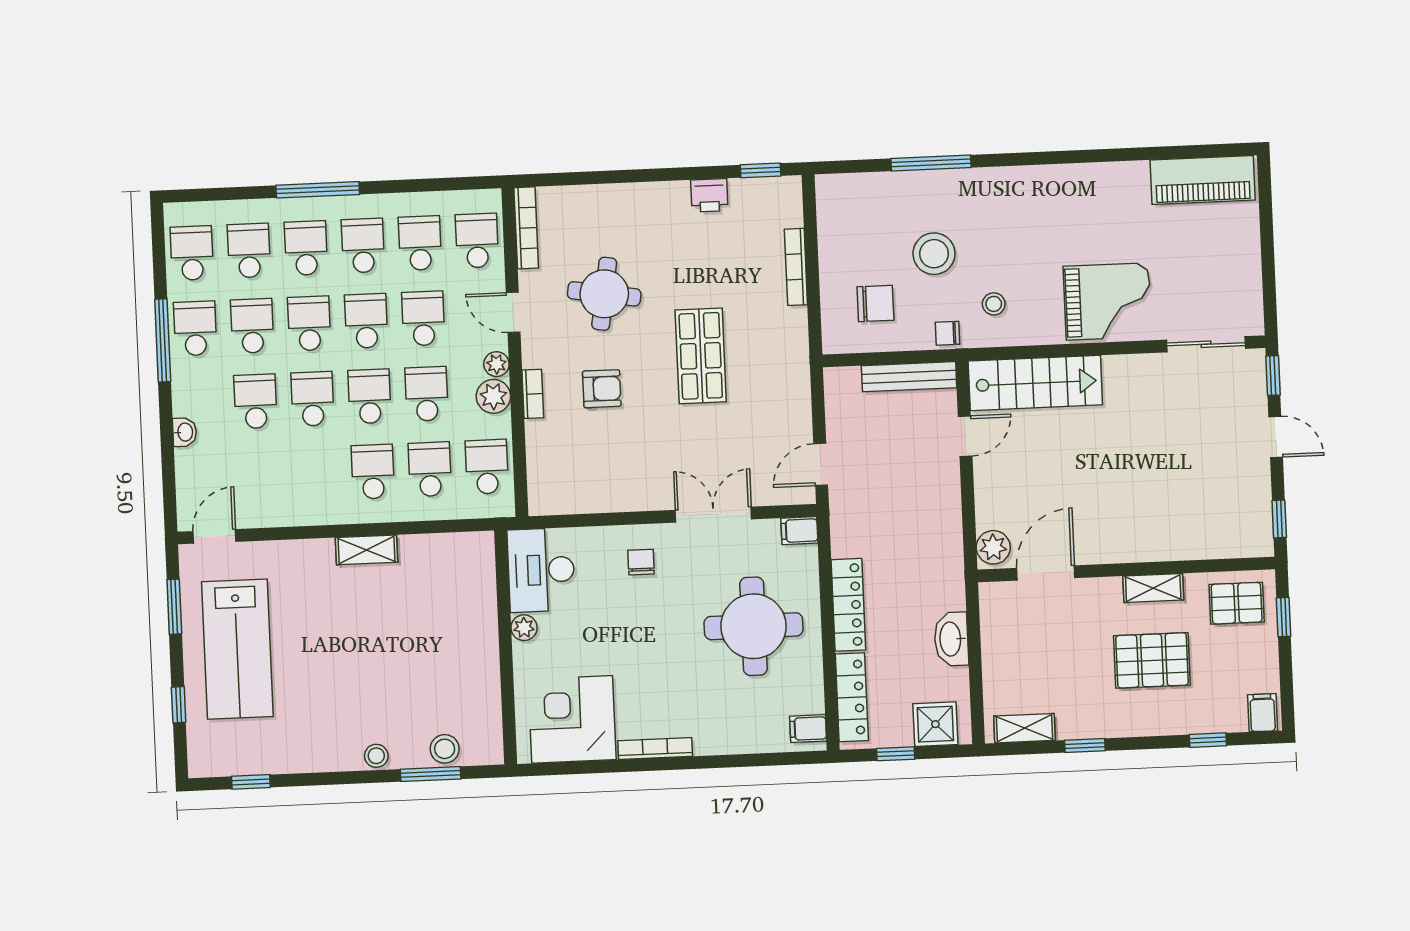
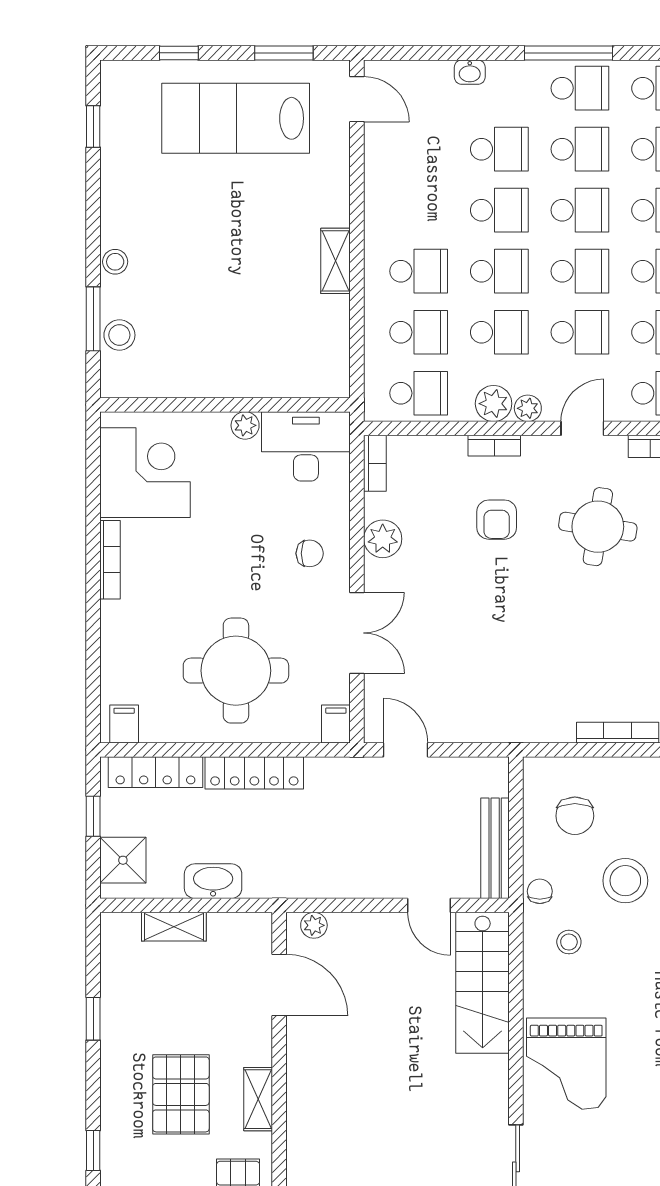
shop shelf: (701, 356) -> (527, 627), removed
plant: (624, 494) -> (383, 539), added
bookcase: (554, 505) -> (375, 463), added
plant: (993, 547) -> (314, 925), width x0.73, depth x0.73
shelving: (1024, 728) -> (174, 927), moved, turned 90

